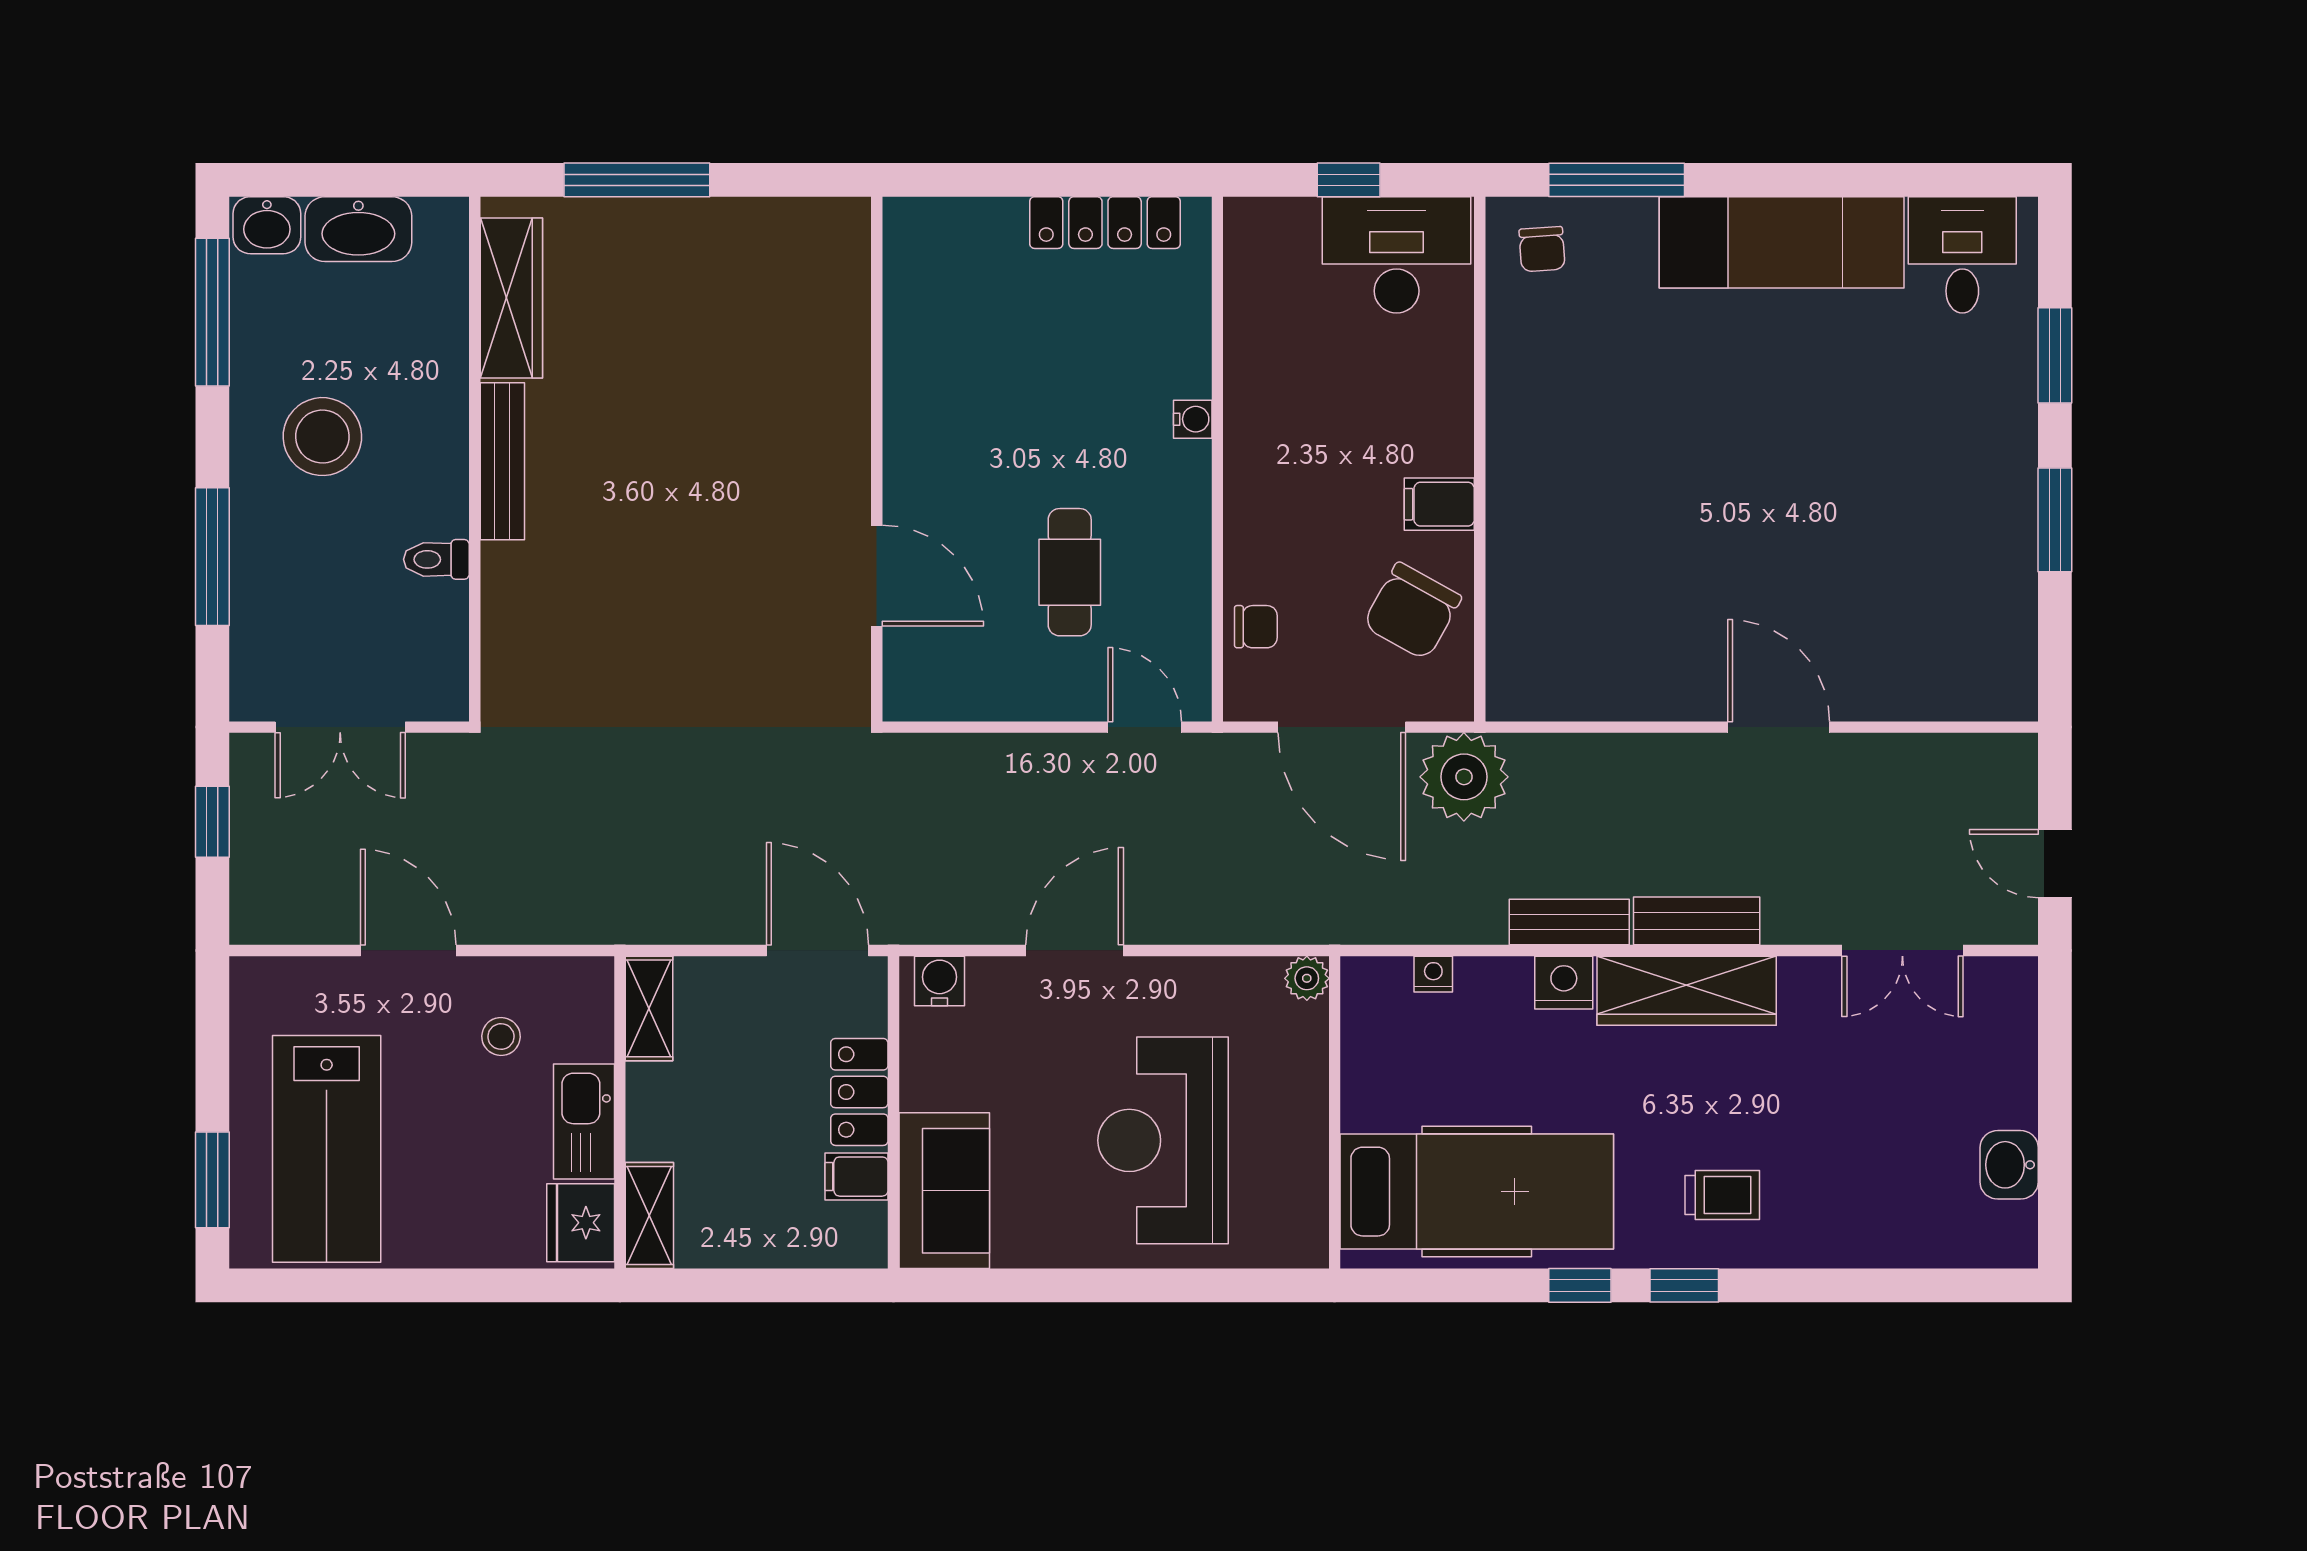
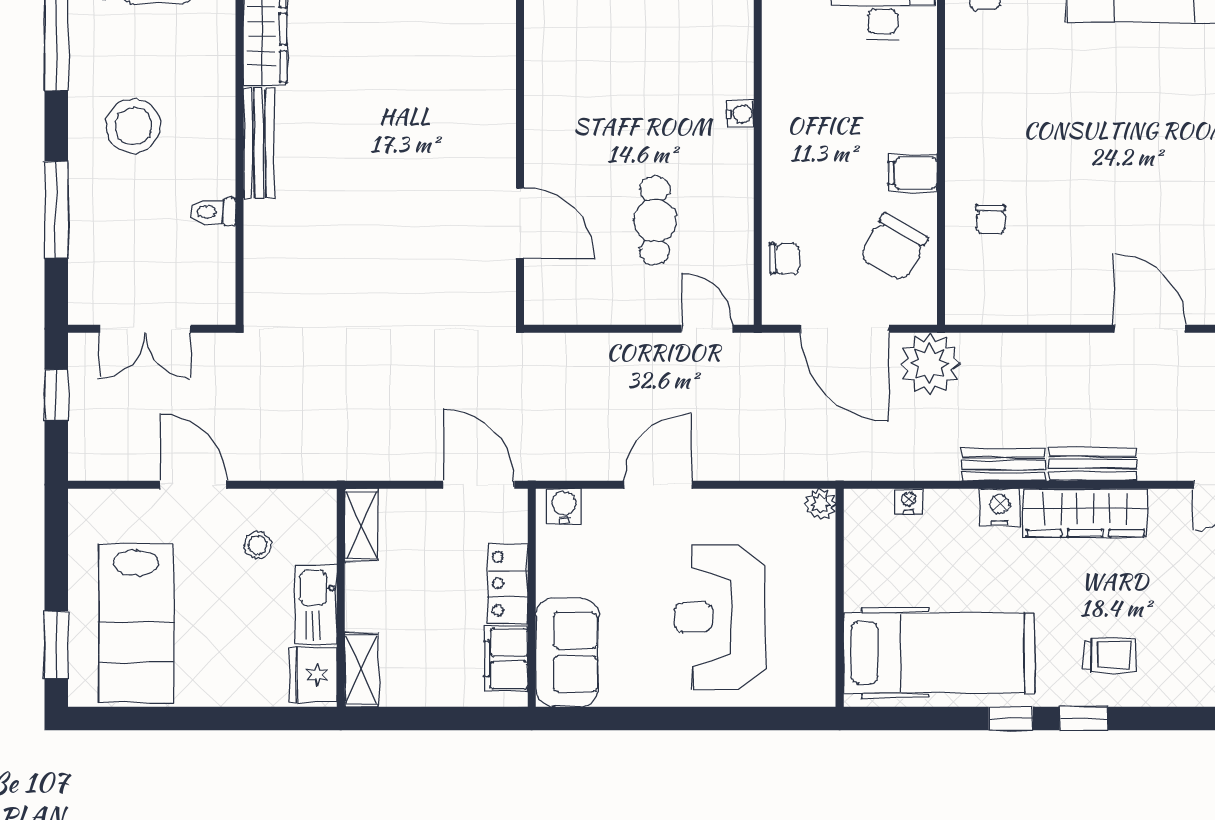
chair: (1551, 570) -> (991, 219), added
filing cabinet: (857, 1177) -> (506, 659), width x2.00

